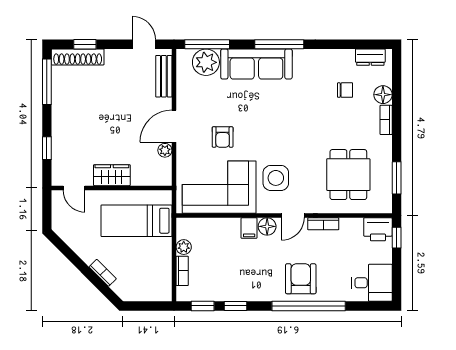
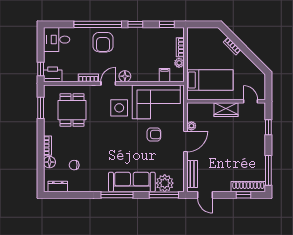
armchair: (223, 137) -> (154, 134), turned 90
filing cabinet: (249, 228) -> (165, 75), moved
window: (236, 306) -> (135, 24), moved

